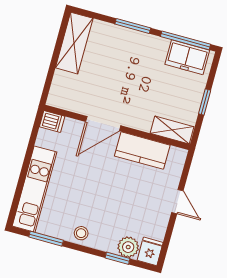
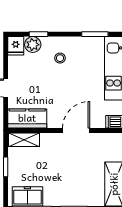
kitchen counter: (142, 151) -> (27, 118), moved
stool: (81, 233) -> (60, 58), moved

